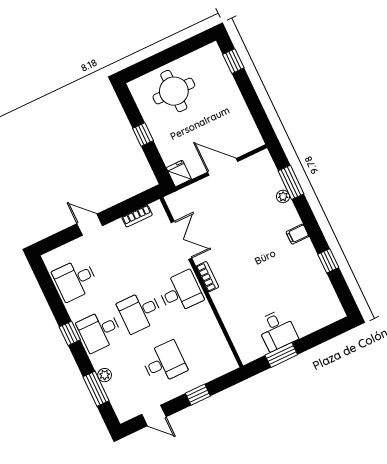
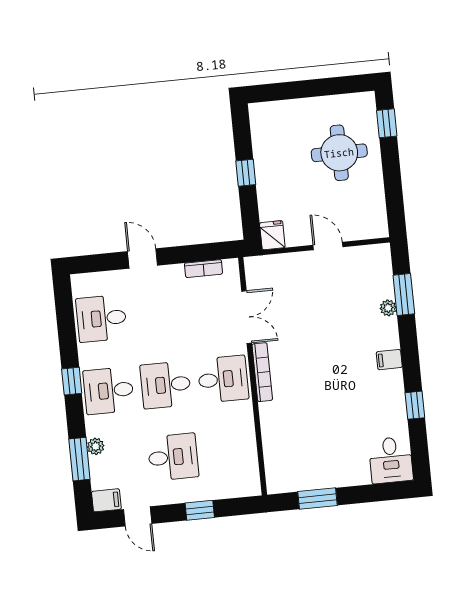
round table: (174, 91) -> (339, 153), moved
door: (223, 167) -> (328, 246), width x0.73
bookcase: (207, 277) -> (262, 372), width x1.56
desk: (277, 330) -> (391, 460), moved
filing cabinet: (127, 412) -> (106, 500), added

